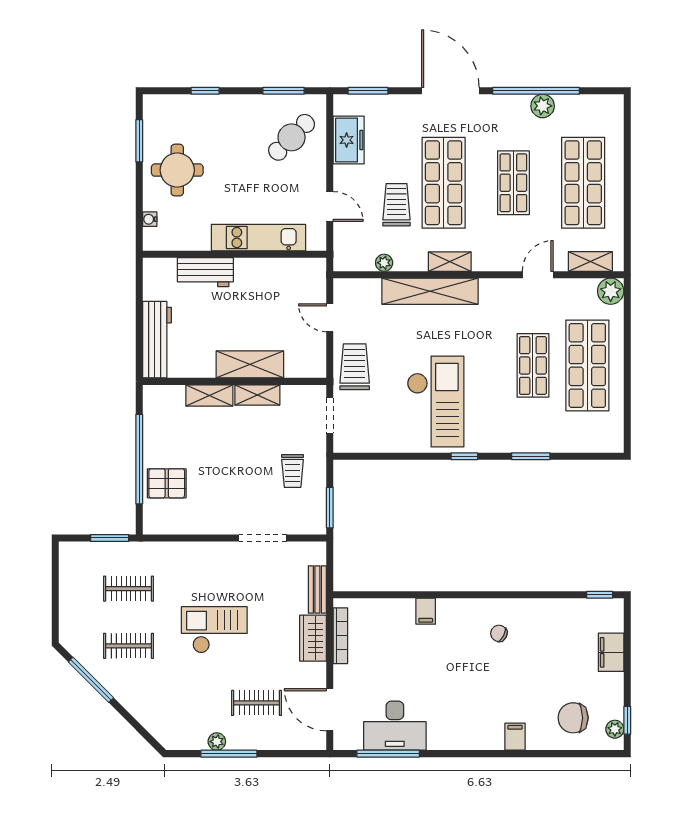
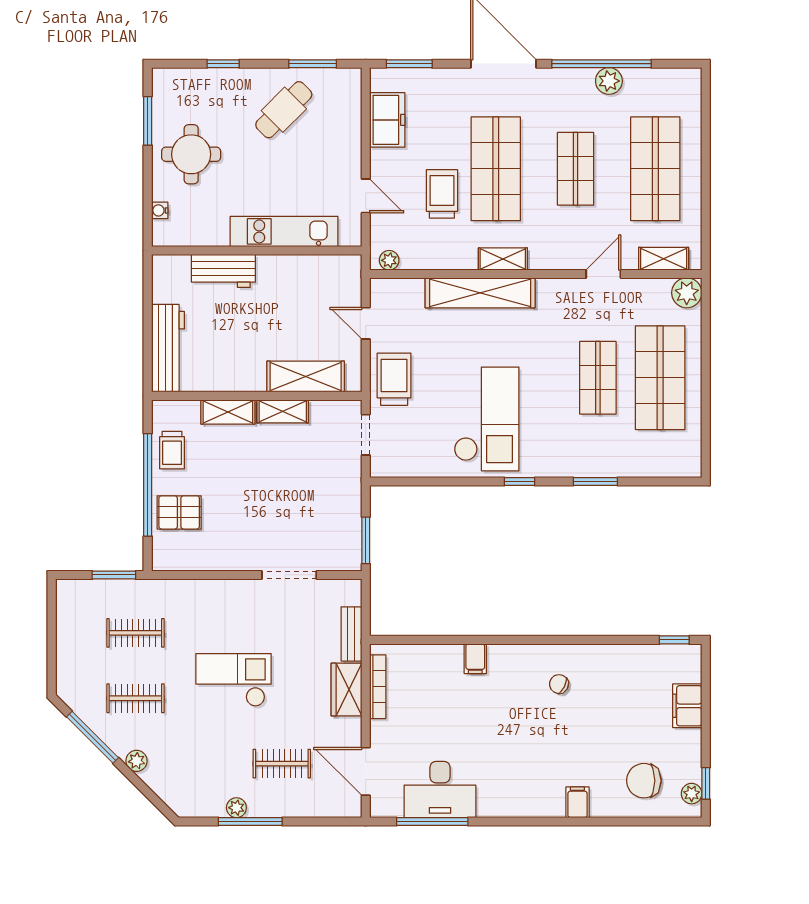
cafe table: (292, 137) -> (284, 110), moved
plant: (384, 263) -> (389, 260), moved
shelving: (250, 364) -> (306, 377), moved
trolley: (293, 471) -> (172, 450), moved
plant: (129, 701) -> (137, 761), added

